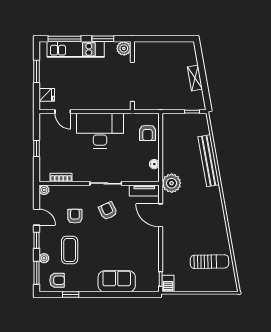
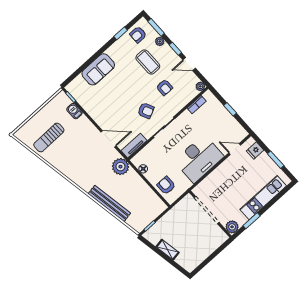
window: (64, 39) -> (277, 198), removed
barbecue: (168, 284) -> (74, 111), moved

